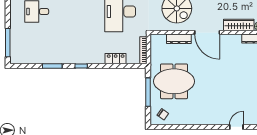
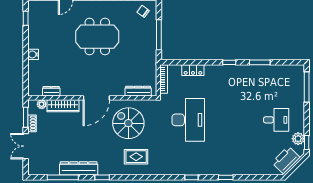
door: (207, 32) -> (96, 98), swing flipped
dresser: (179, 39) -> (138, 91), moved
meeting table: (174, 81) -> (97, 37), moved

